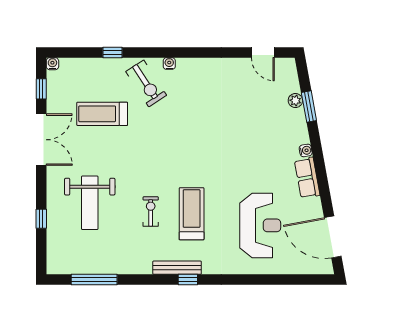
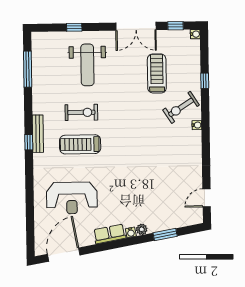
plant: (295, 100) -> (142, 229), moved
weight bench: (90, 203) -> (87, 65), turned -90
exercise bike: (151, 211) -> (81, 112), width x1.38, depth x1.39
treadmill: (192, 214) -> (80, 144), turned 180

